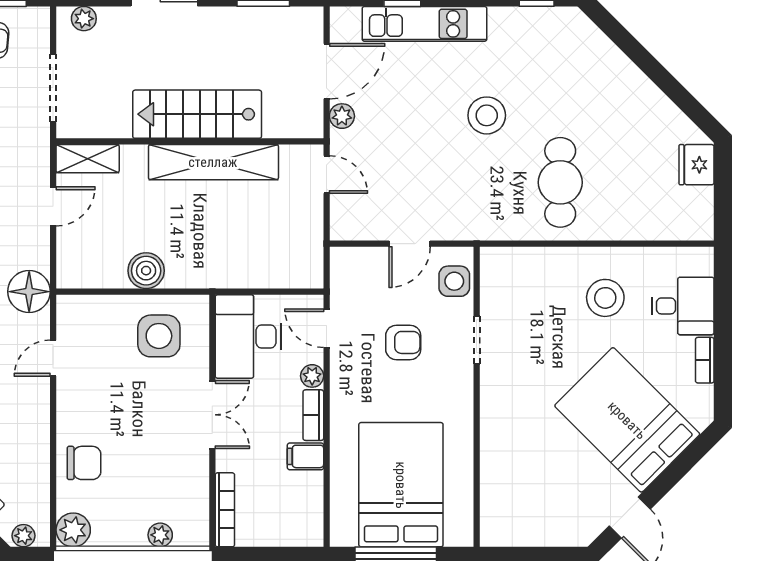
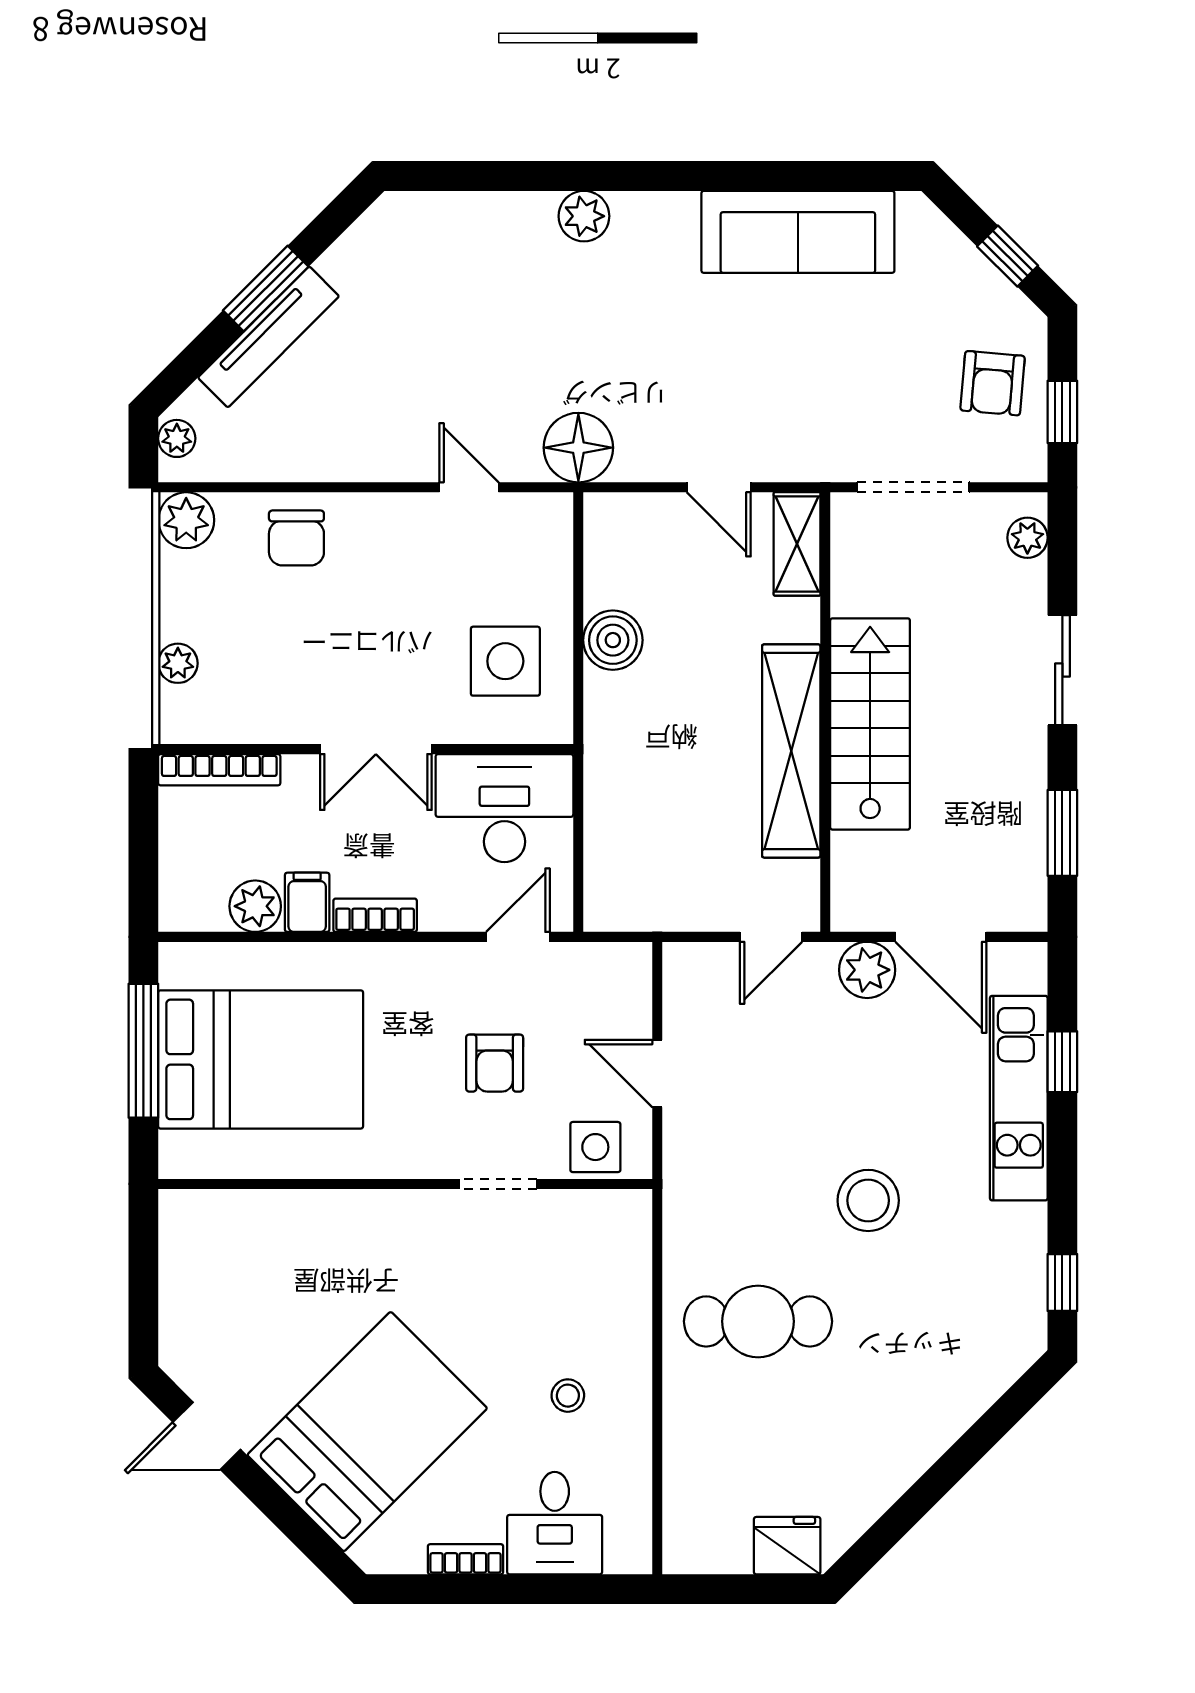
plant: (342, 116) -> (867, 970), width x1.38, depth x1.38
stool: (605, 298) -> (568, 1396), width x0.53, depth x0.53
plant: (312, 376) -> (255, 906), moved, width x1.38, depth x1.38

